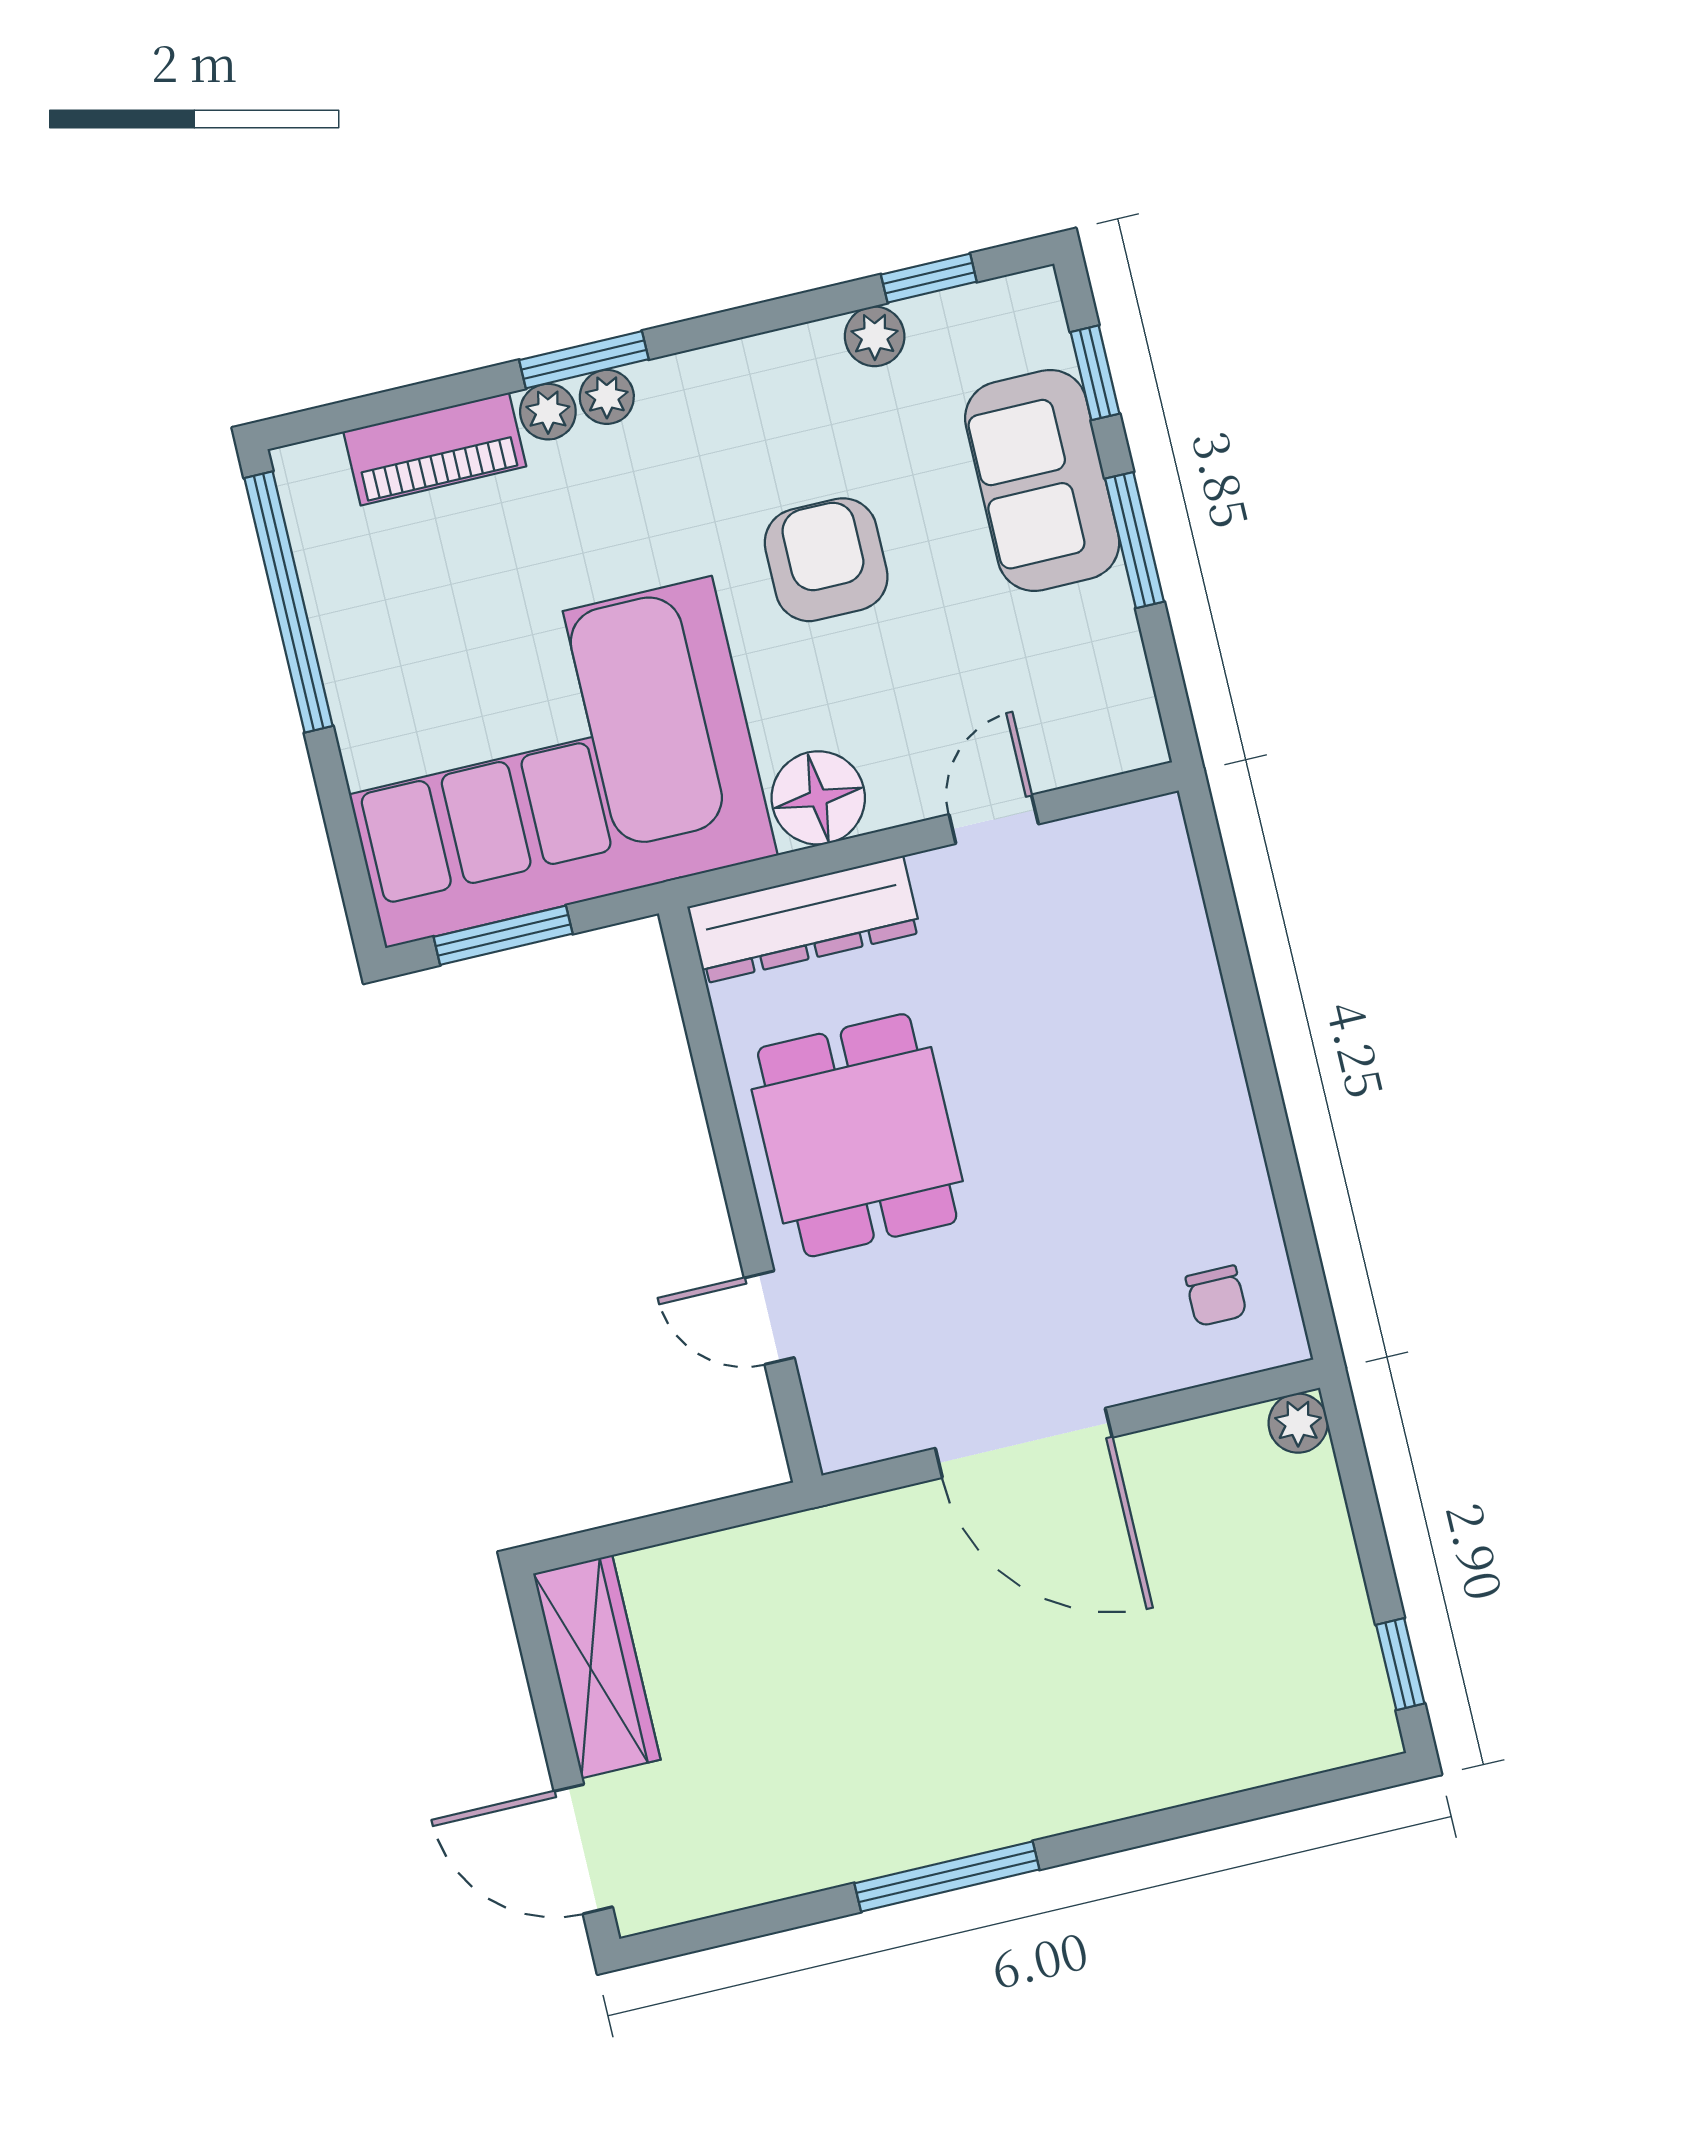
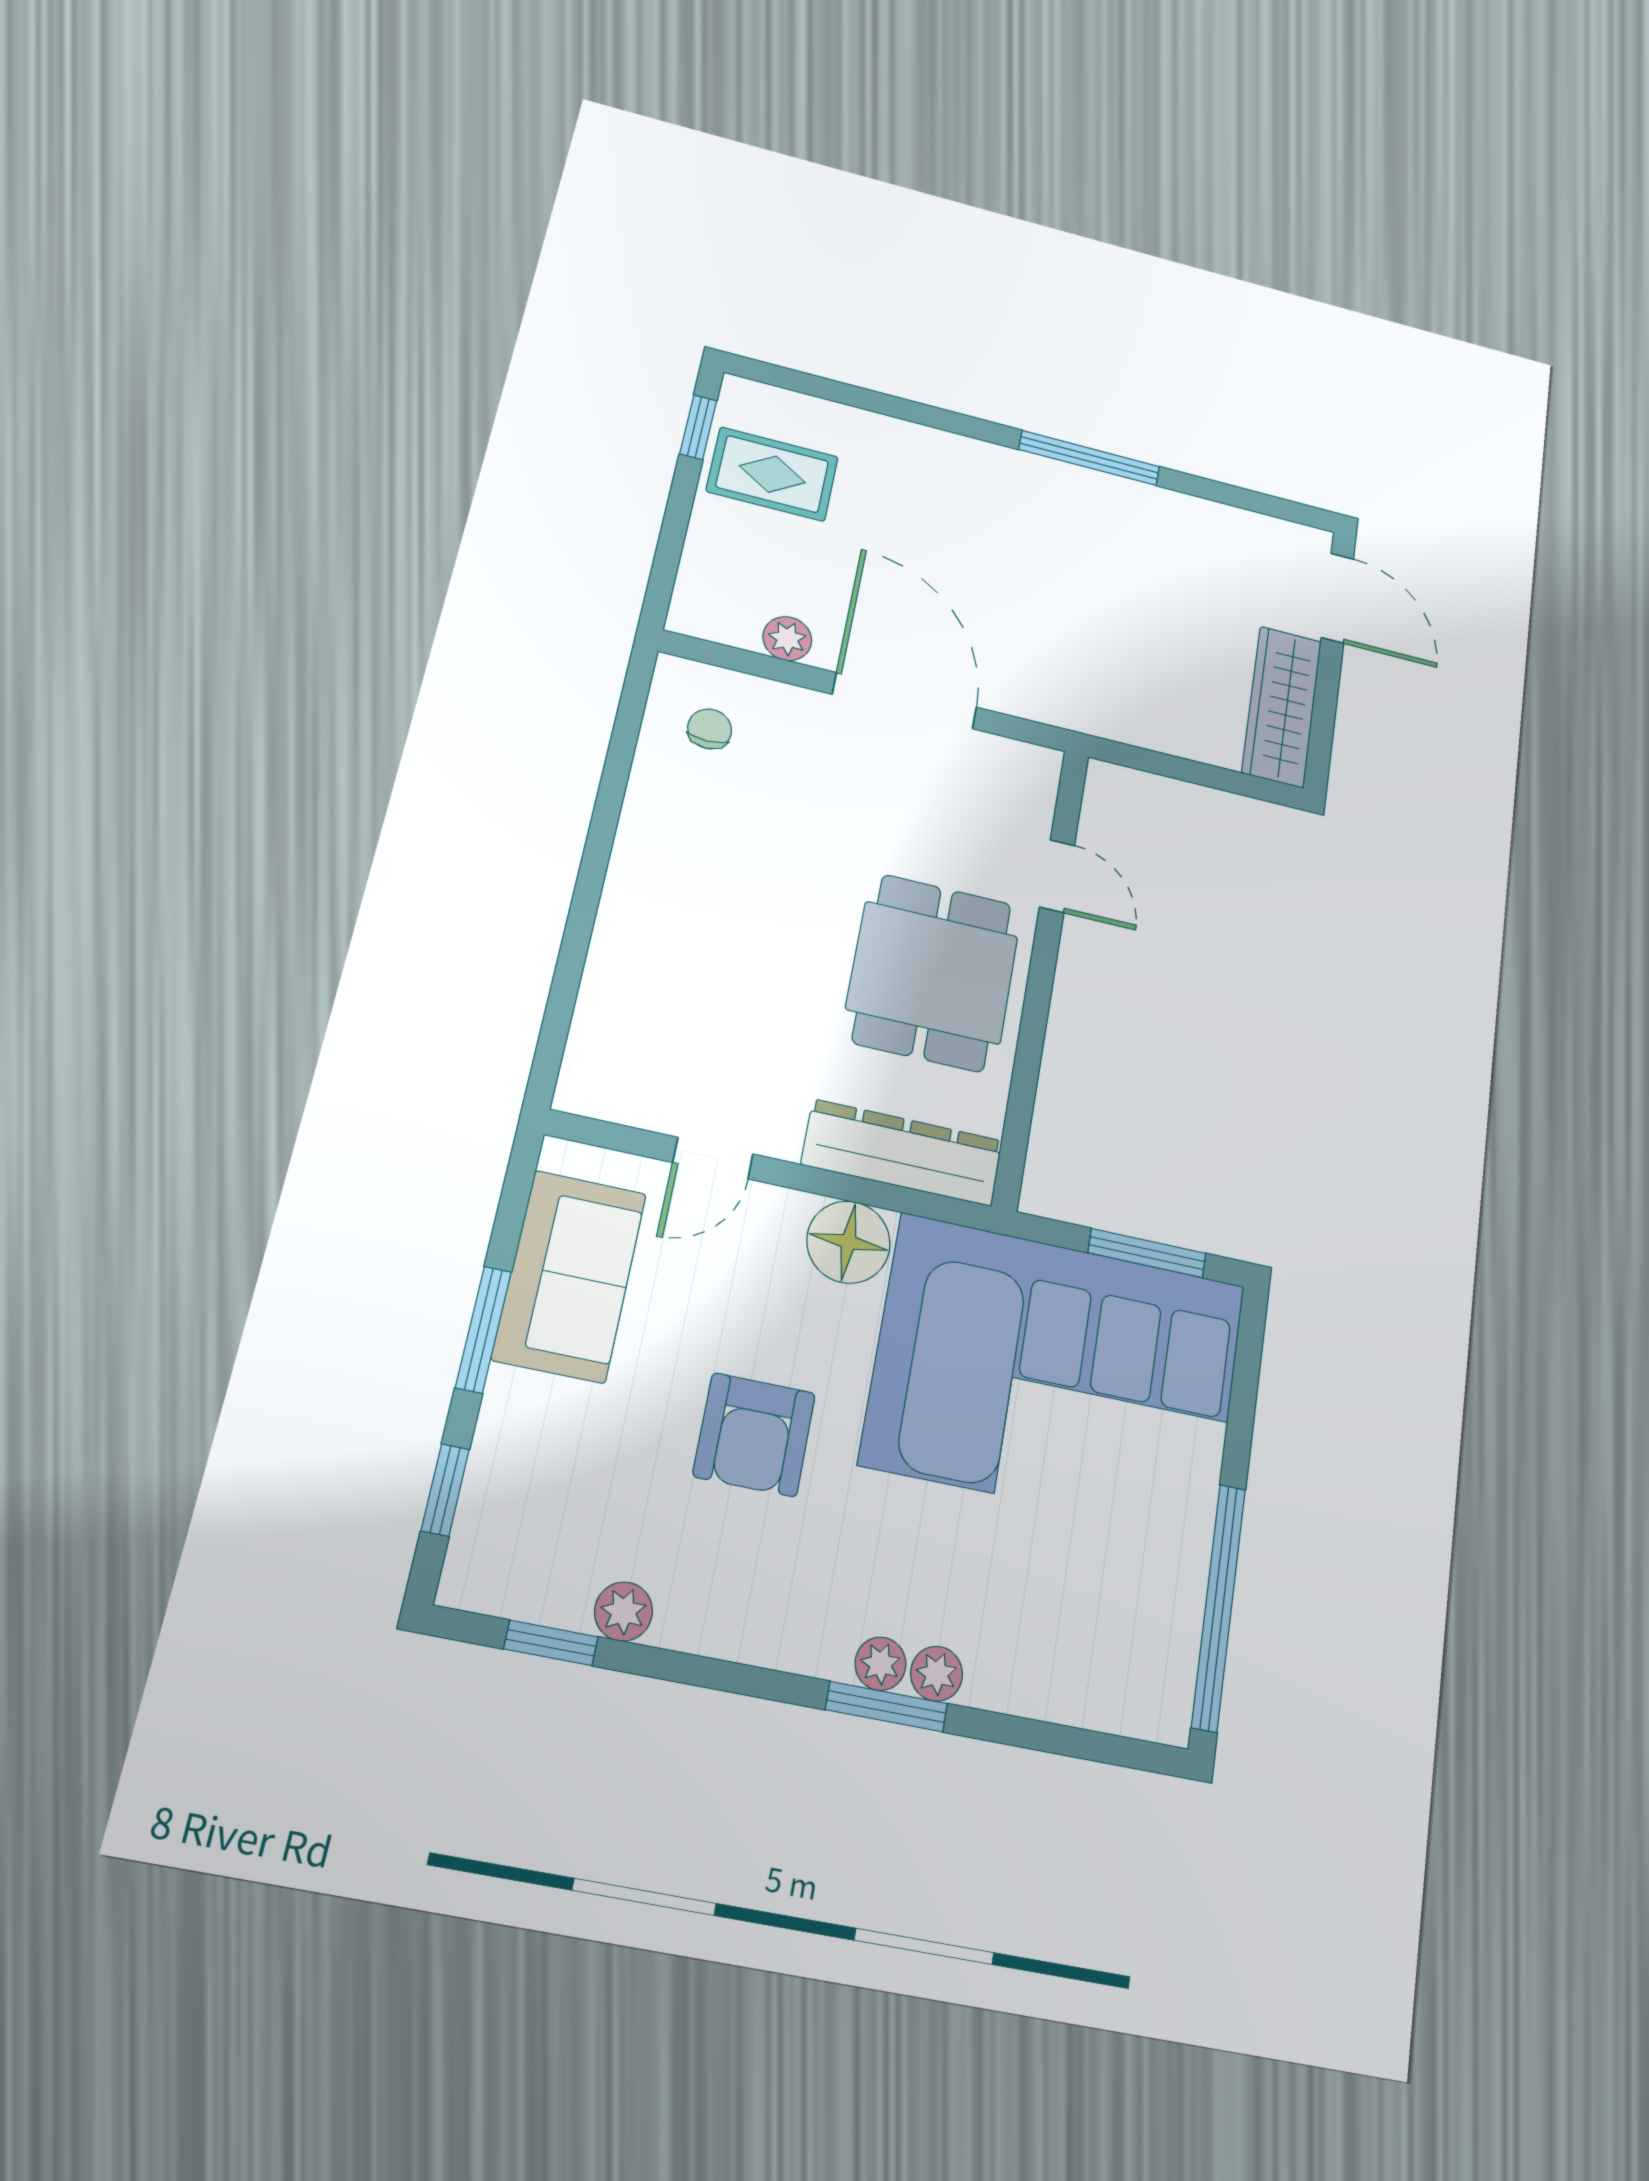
piano: (435, 449) -> (1046, 1685), removed
sofa: (1042, 480) -> (570, 1276), moved
plant: (1298, 1423) -> (787, 639), moved
rug: (1293, 1650) -> (772, 474), added

